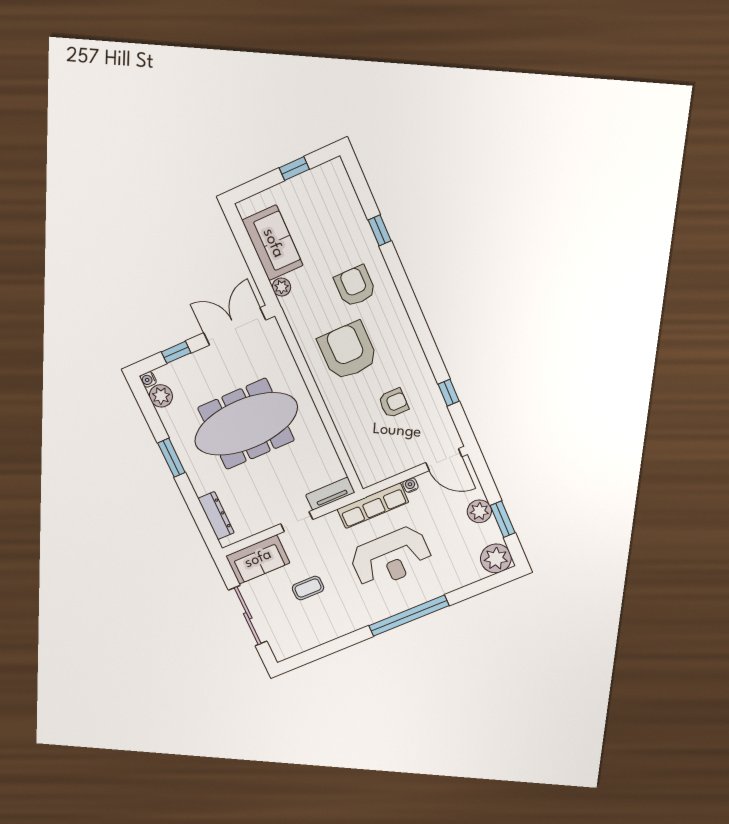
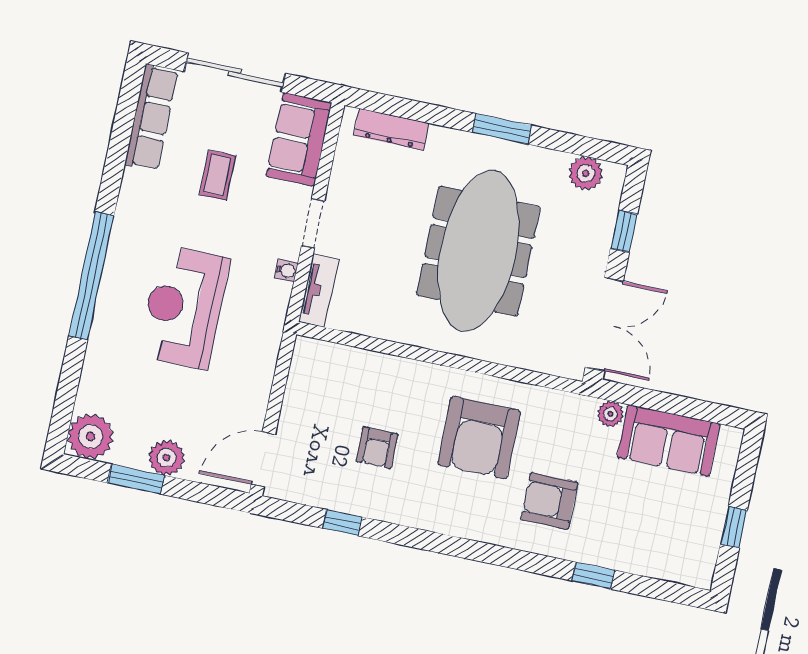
armchair: (355, 286) -> (549, 501), turned 180
armchair: (348, 351) -> (479, 438), turned 90
water cooler: (148, 379) -> (616, 173), removed
water cooler: (410, 485) -> (286, 270), moved
row of seats: (373, 506) -> (151, 117), moved, turned 180

